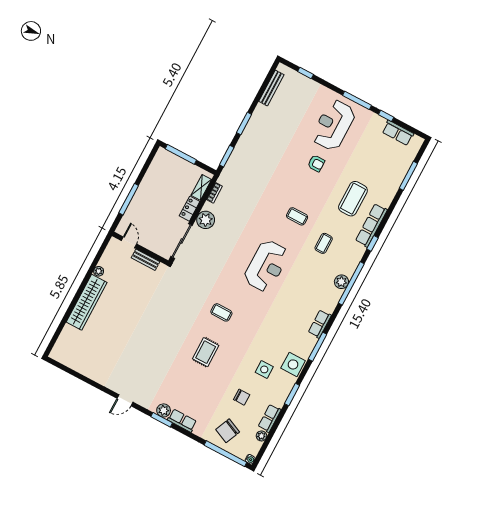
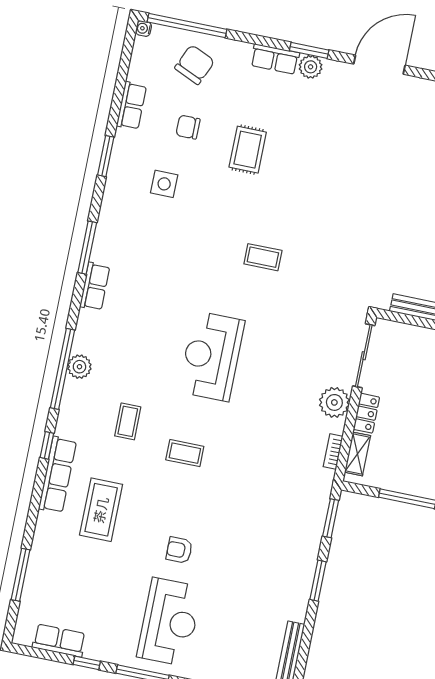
rug: (206, 352) -> (248, 150), moved
side table: (293, 364) -> (119, 206), removed
door: (125, 400) -> (379, 65), width x1.87
plant: (262, 436) -> (136, 73), removed

